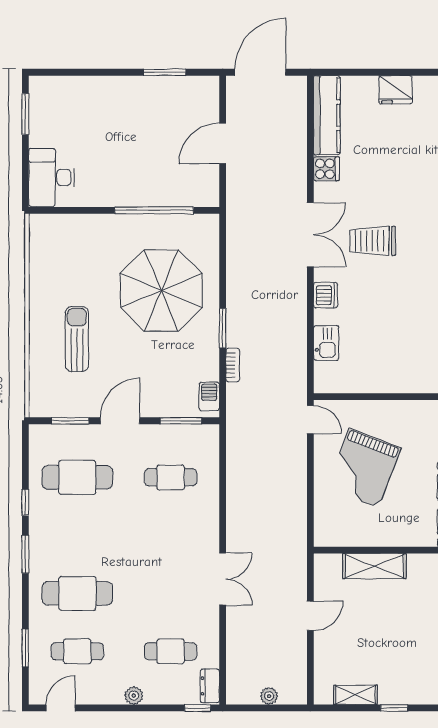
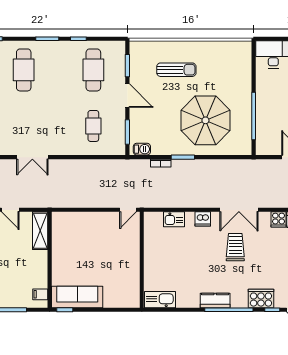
grand piano: (364, 468) -> (99, 242), removed
shelving: (374, 566) -> (40, 231), moved

